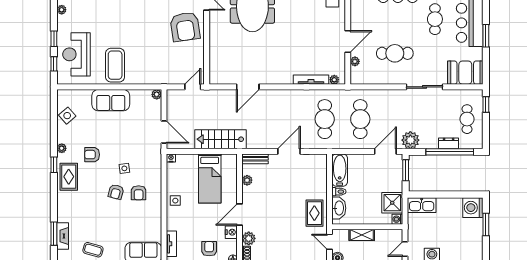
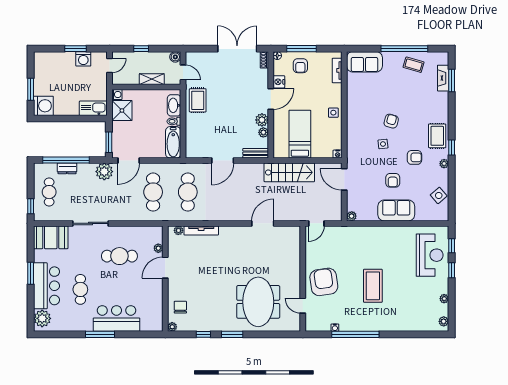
coffee table: (115, 65) -> (373, 286), moved
armchair: (139, 193) -> (393, 180), moved, turned 180
plant: (249, 238) -> (262, 120), moved

